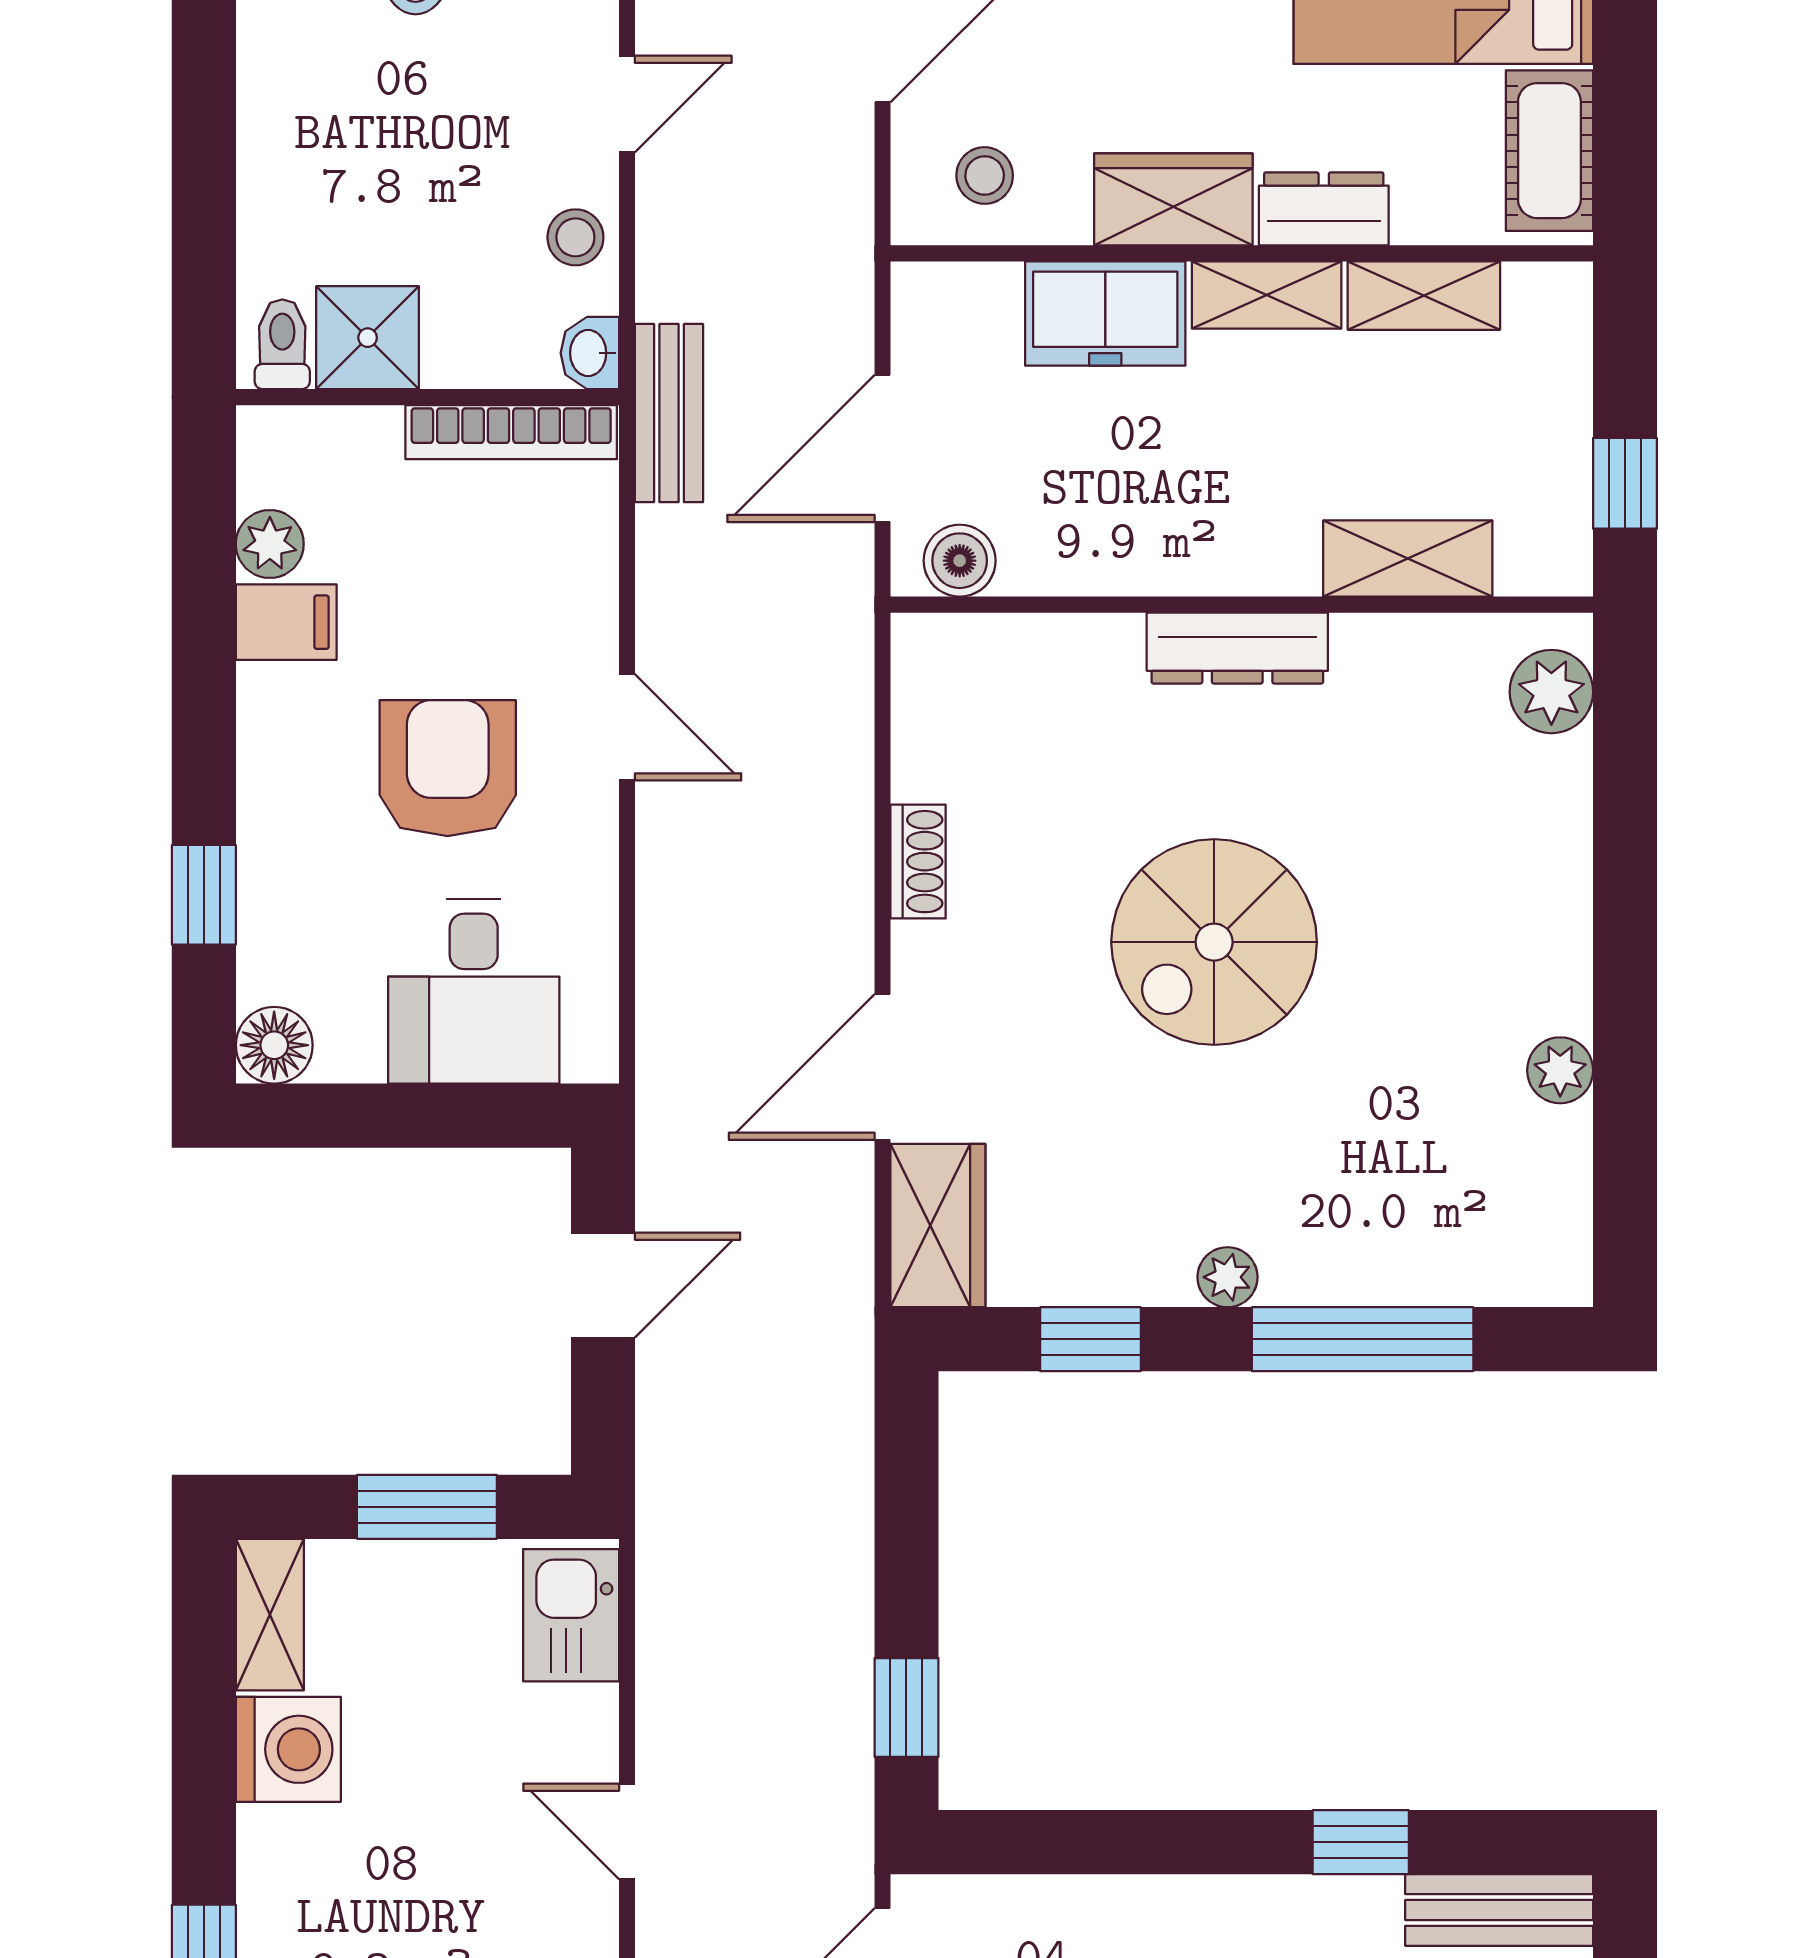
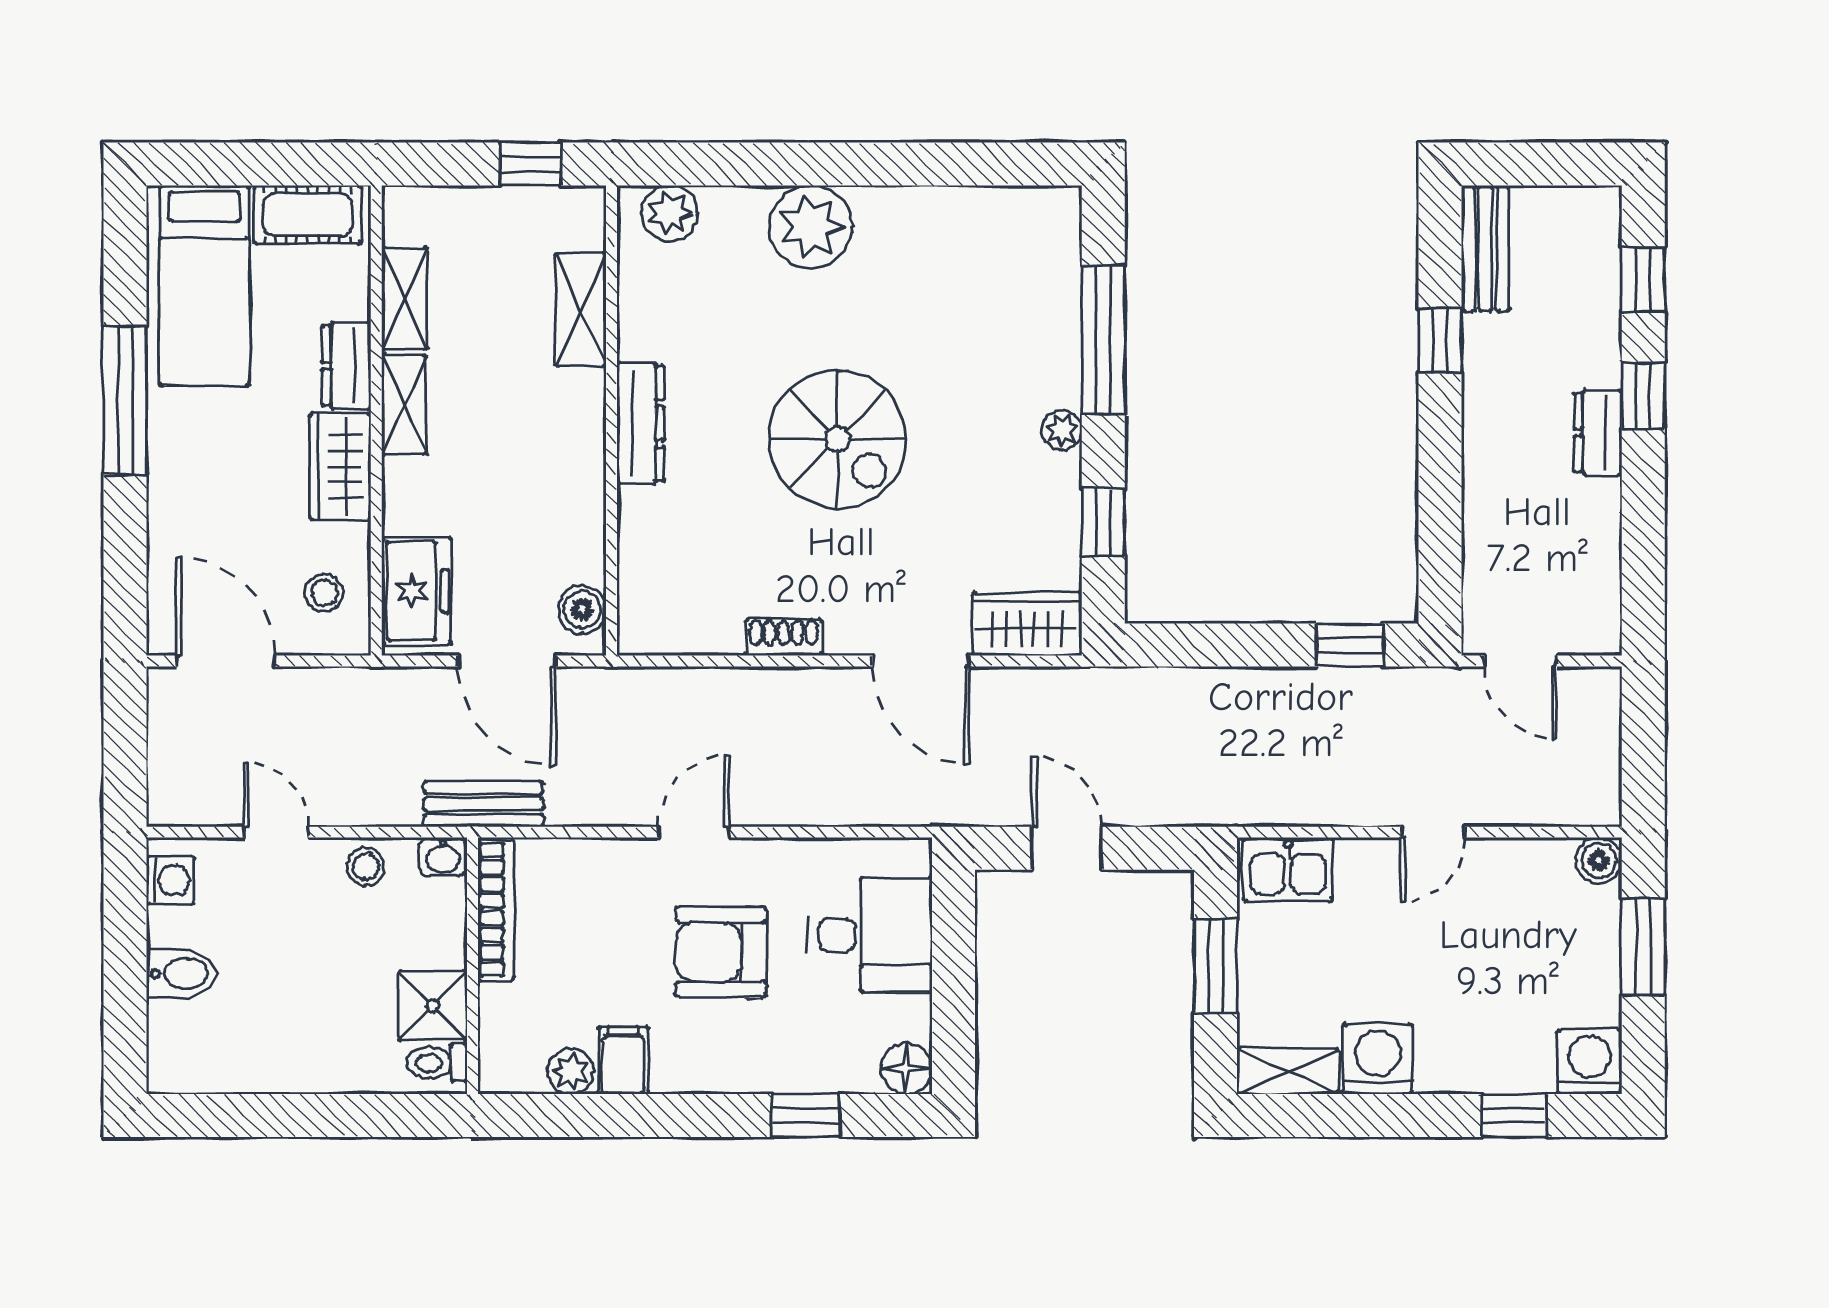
freezer: (1105, 313) -> (417, 591), moved
plant: (1560, 1070) -> (811, 227), moved, width x1.87, depth x1.87

